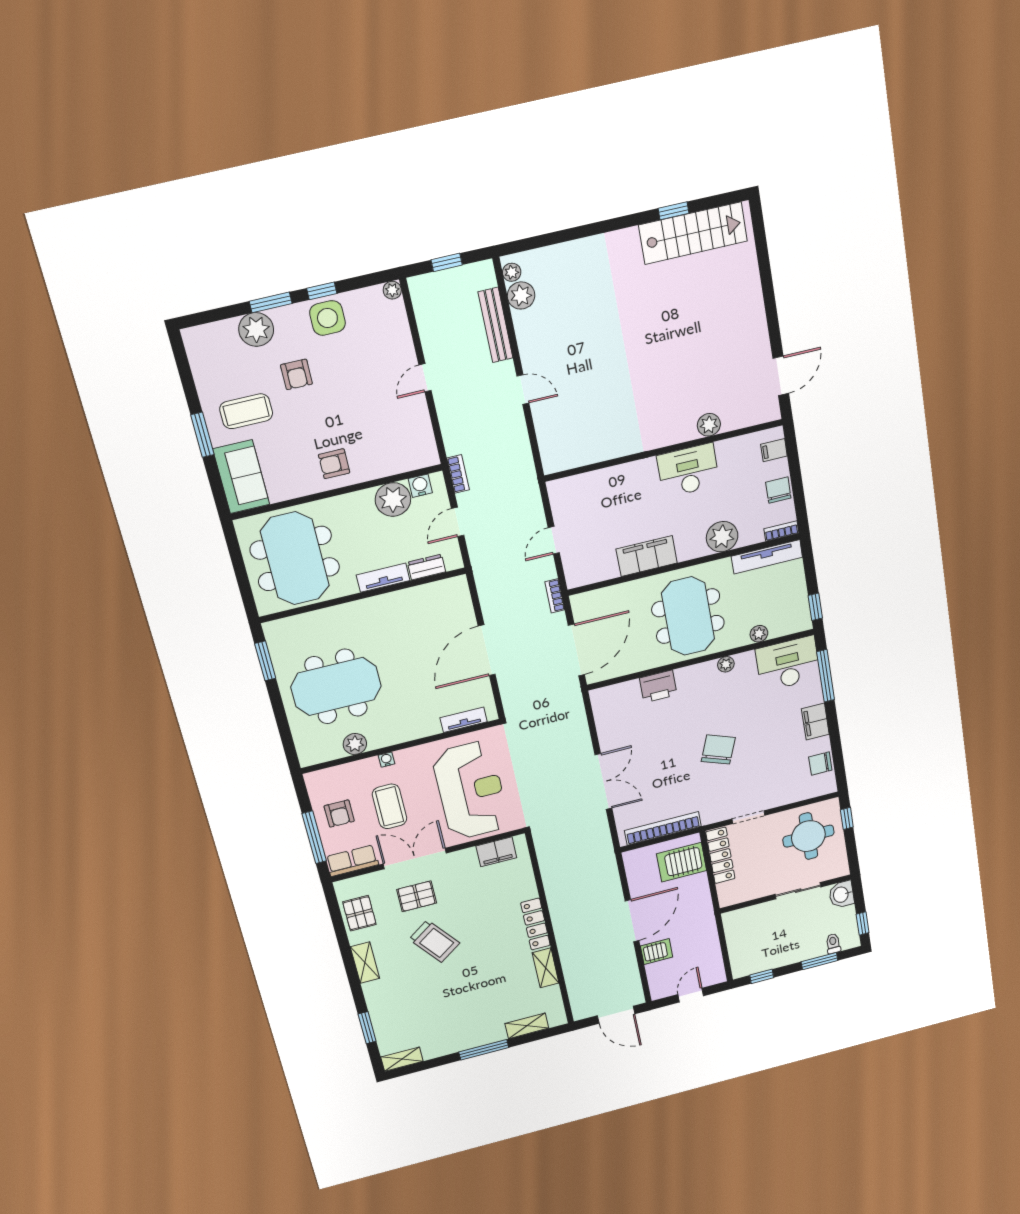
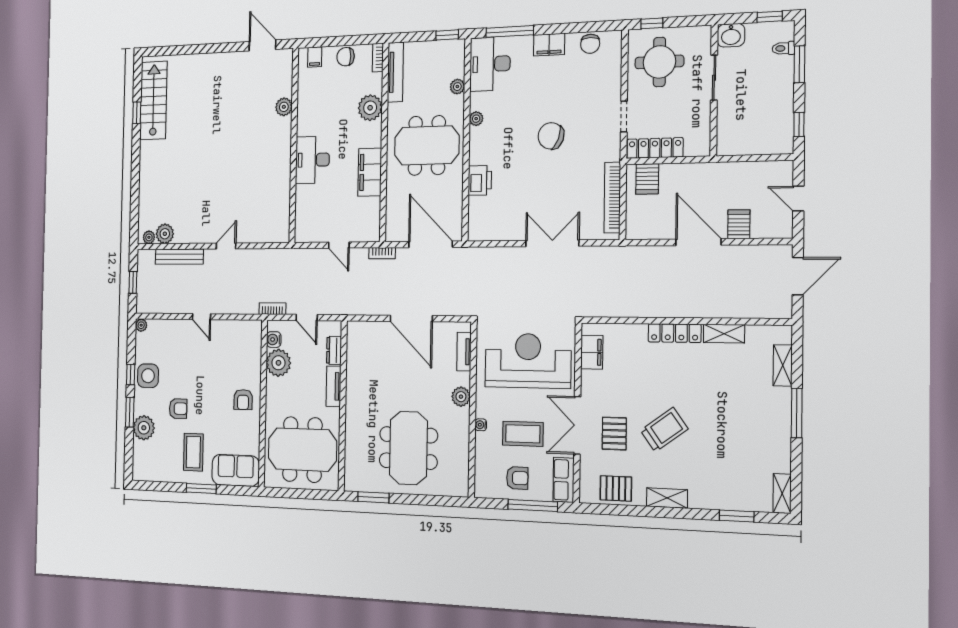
desk: (688, 470) -> (312, 160), moved
plant: (355, 744) -> (461, 397), moved
server rack: (682, 862) -> (647, 179), width x0.73, depth x0.70

